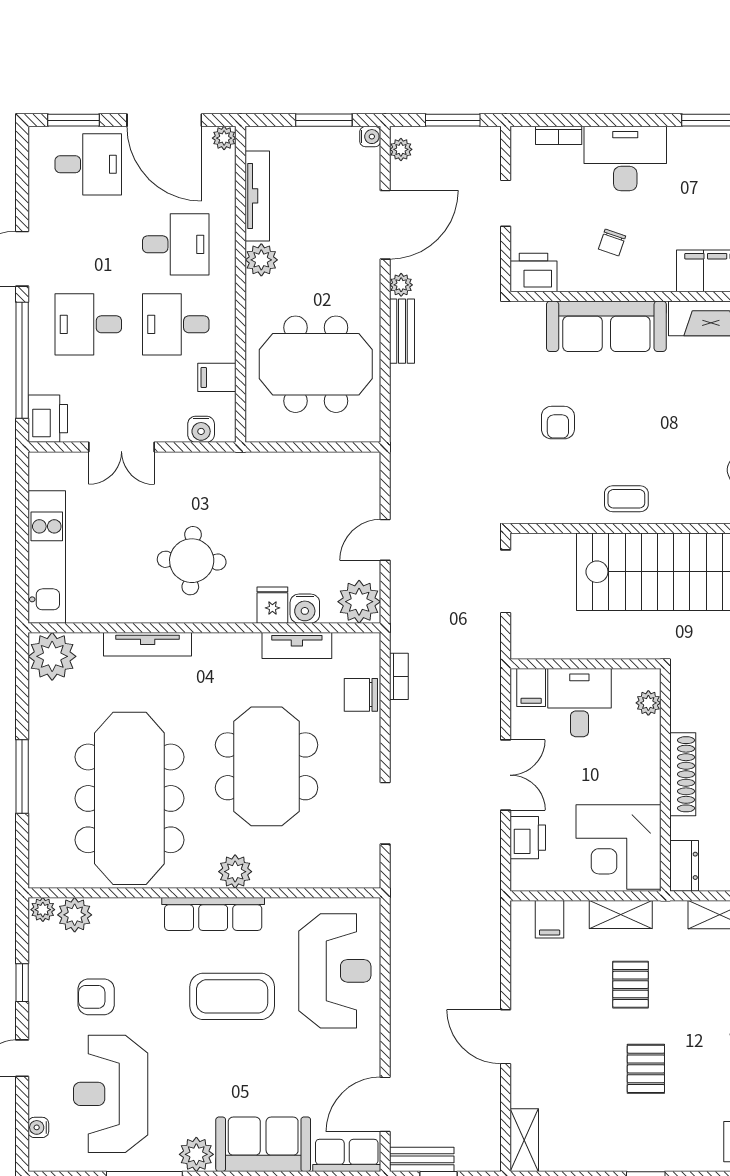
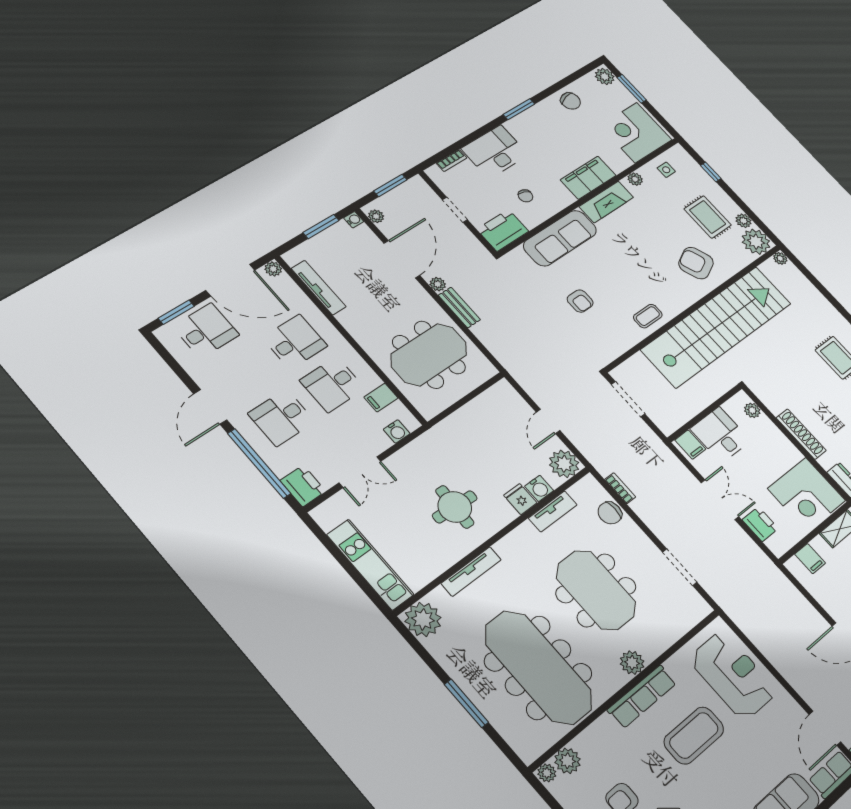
plant: (261, 260) -> (350, 319), removed
printer: (534, 273) -> (503, 230), width x1.37, depth x1.19

